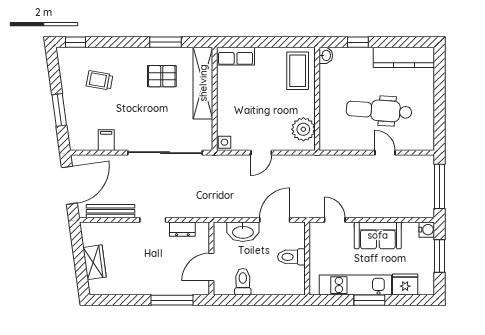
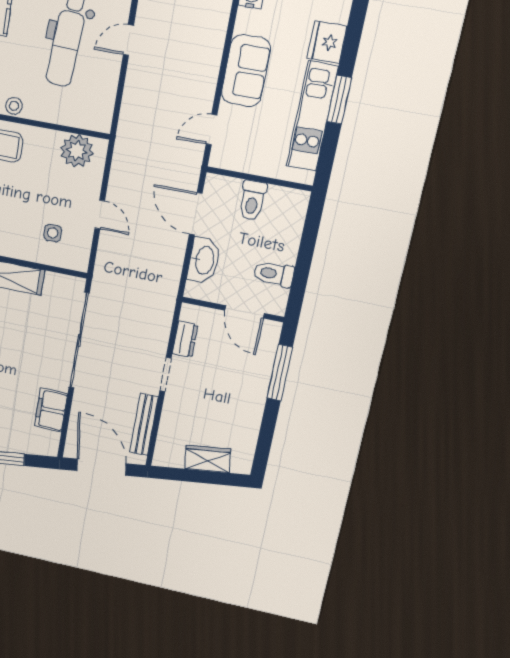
stool: (327, 80) -> (14, 106), added
filing cabinet: (106, 140) -> (51, 410), width x2.00
side table: (224, 142) -> (53, 233), moved

